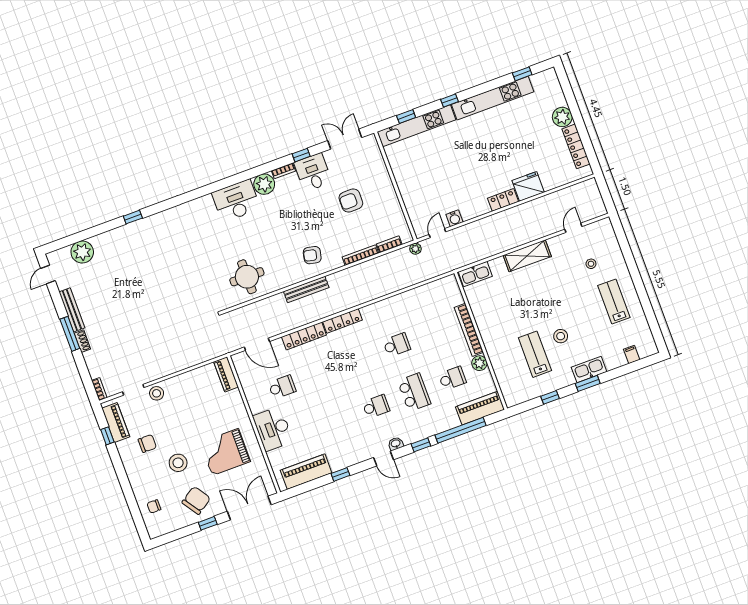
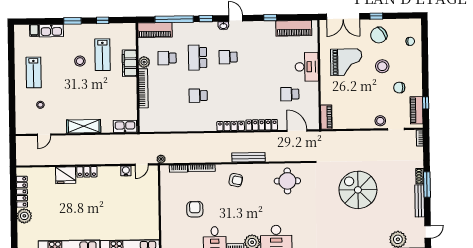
armchair: (351, 201) -> (195, 209), turned -90
spiral stairs: (154, 297) -> (358, 190), added
filing cabinet: (497, 355) -> (129, 63), added
kitchen sink: (589, 370) -> (51, 31), moved

